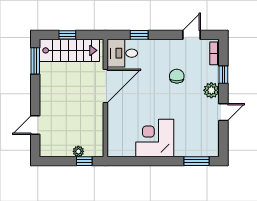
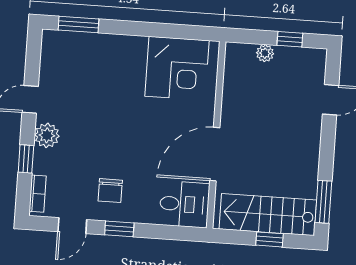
window: (139, 35) -> (119, 229), moved
chair: (177, 76) -> (110, 191), moved
corner desk: (155, 138) -> (177, 68), moved
window: (84, 161) -> (290, 39), moved

